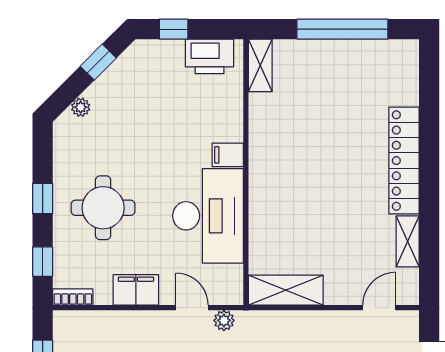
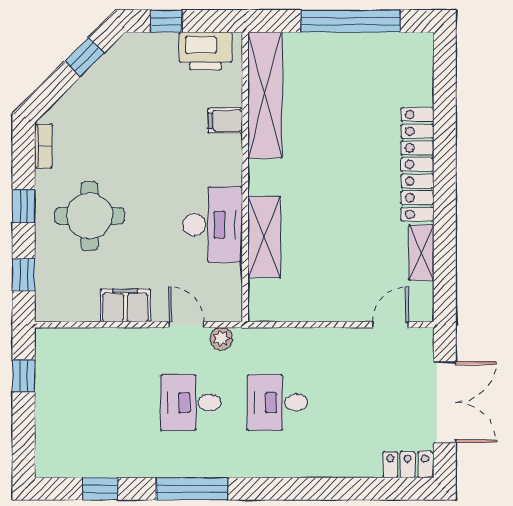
shelving: (260, 65) -> (265, 95), width x2.20, depth x1.33
plant: (81, 107) -> (65, 106), removed
filing cabinet: (228, 155) -> (225, 121), moved
desk: (208, 216) -> (213, 225), width x0.73, depth x0.77
shelving: (286, 290) -> (264, 237), moved, turned 90
bookcase: (73, 297) -> (43, 146), moved, turned 90

